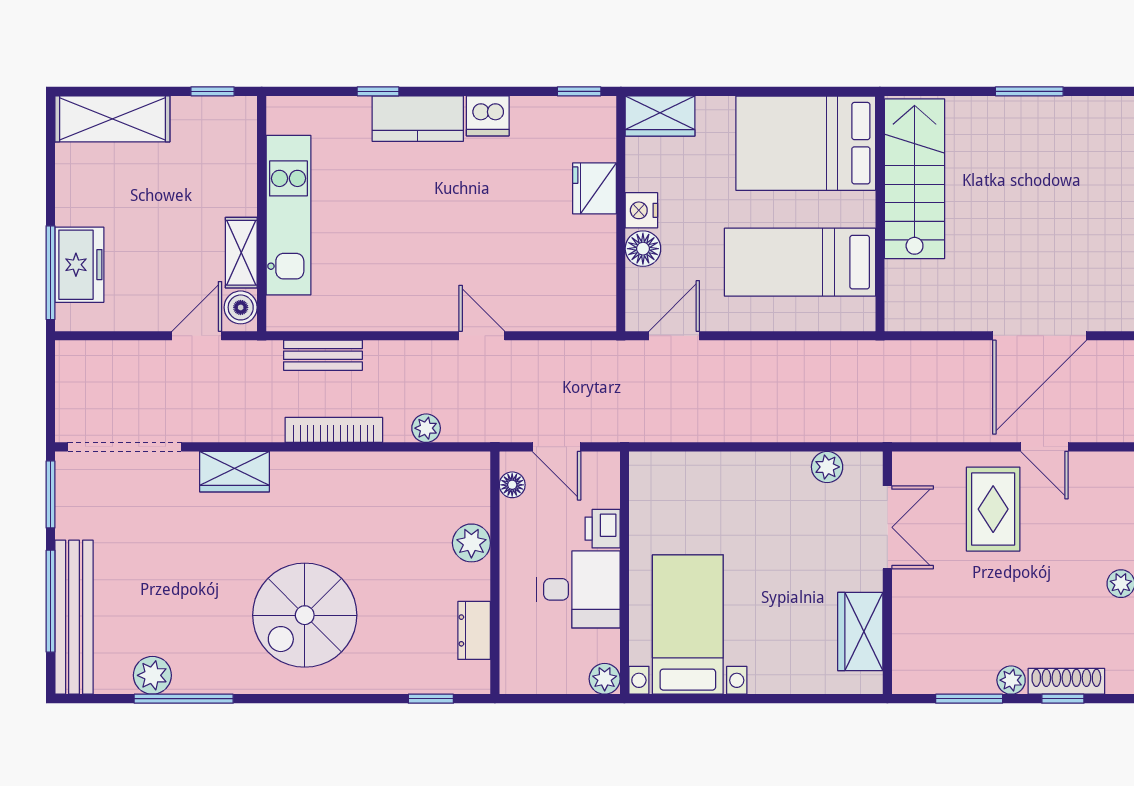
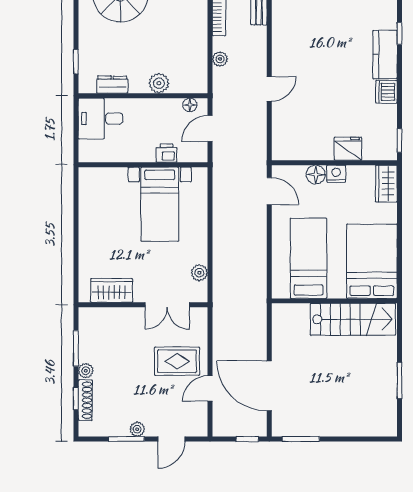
desk: (578, 589) -> (100, 119), moved, turned 90
bed with nightstands: (688, 625) -> (160, 204), moved, turned 90
plant: (605, 679) -> (86, 154), removed

